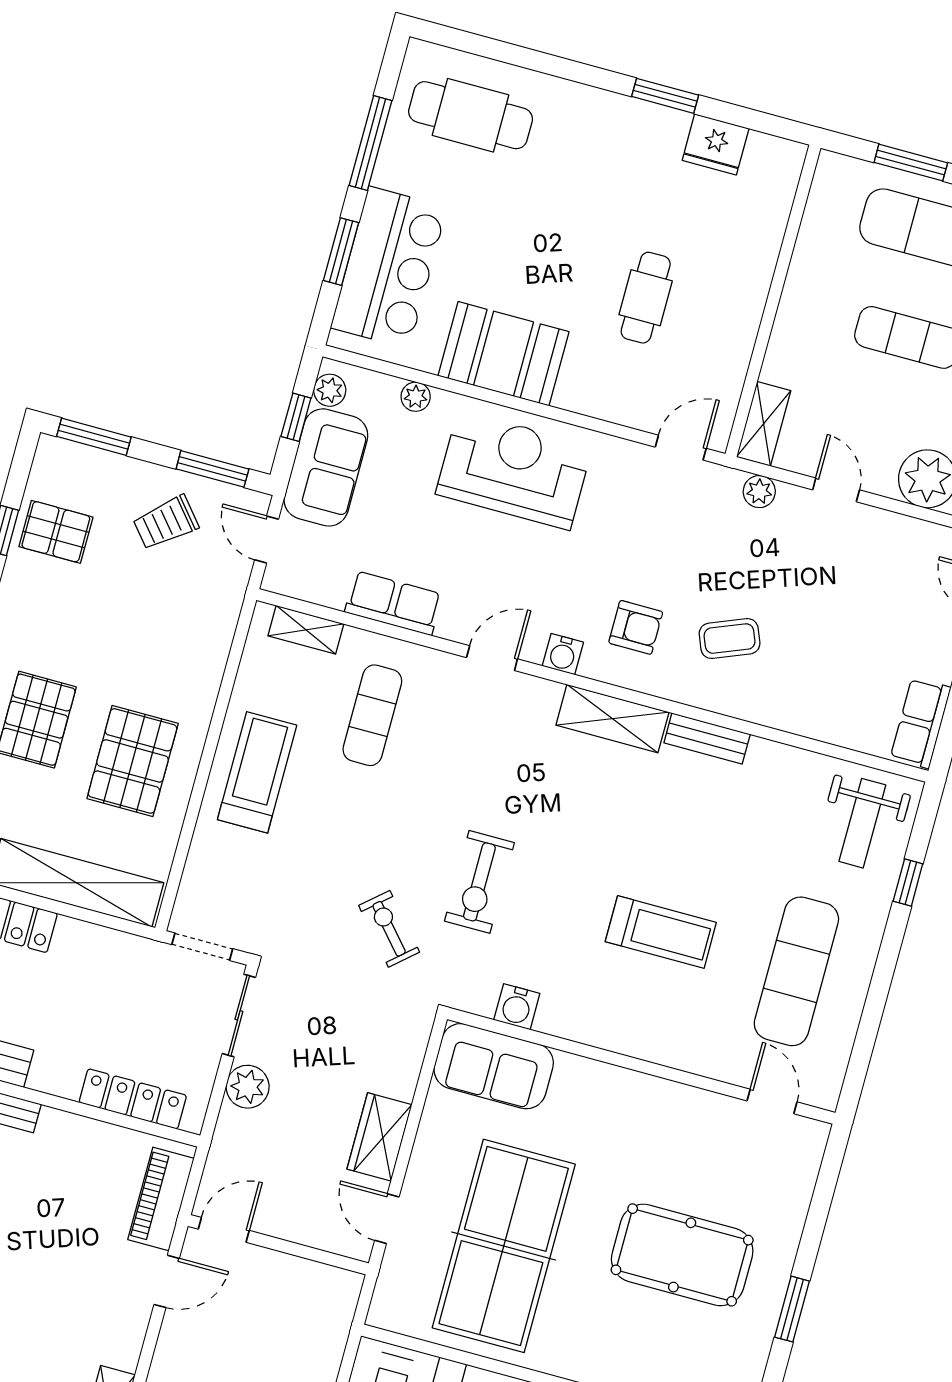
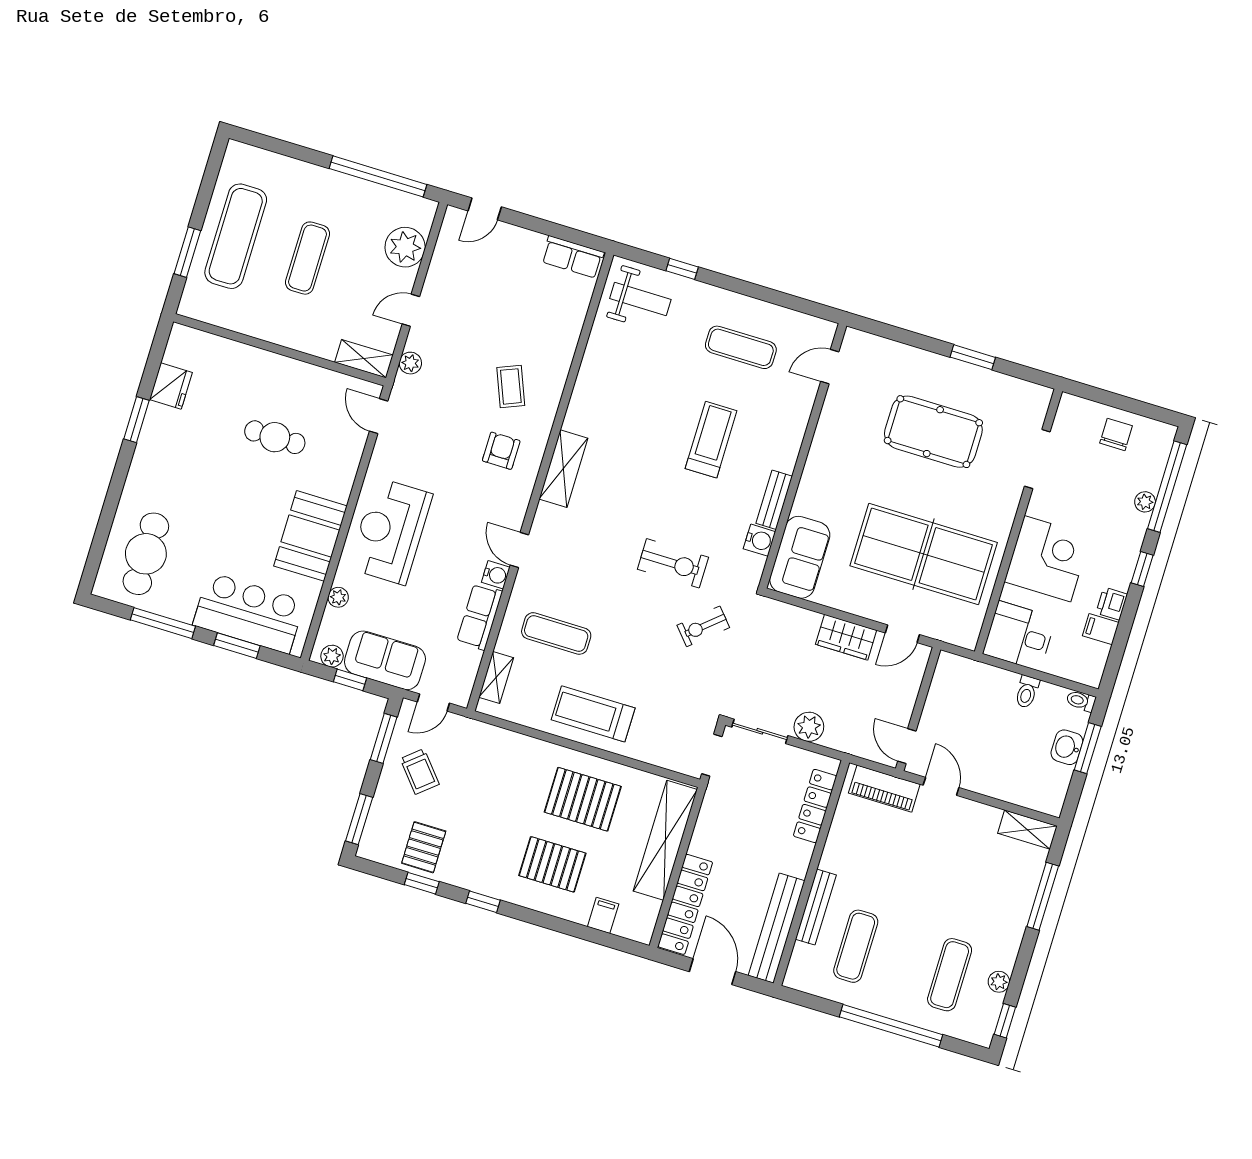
water cooler: (563, 654) -> (496, 575), moved
bench: (707, 739) -> (774, 500), moved
exercise mat: (796, 971) -> (741, 347), width x0.73, depth x0.69
pool table: (682, 1255) -> (933, 432), turned 90

